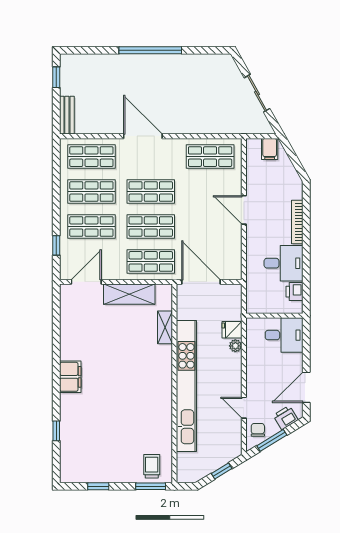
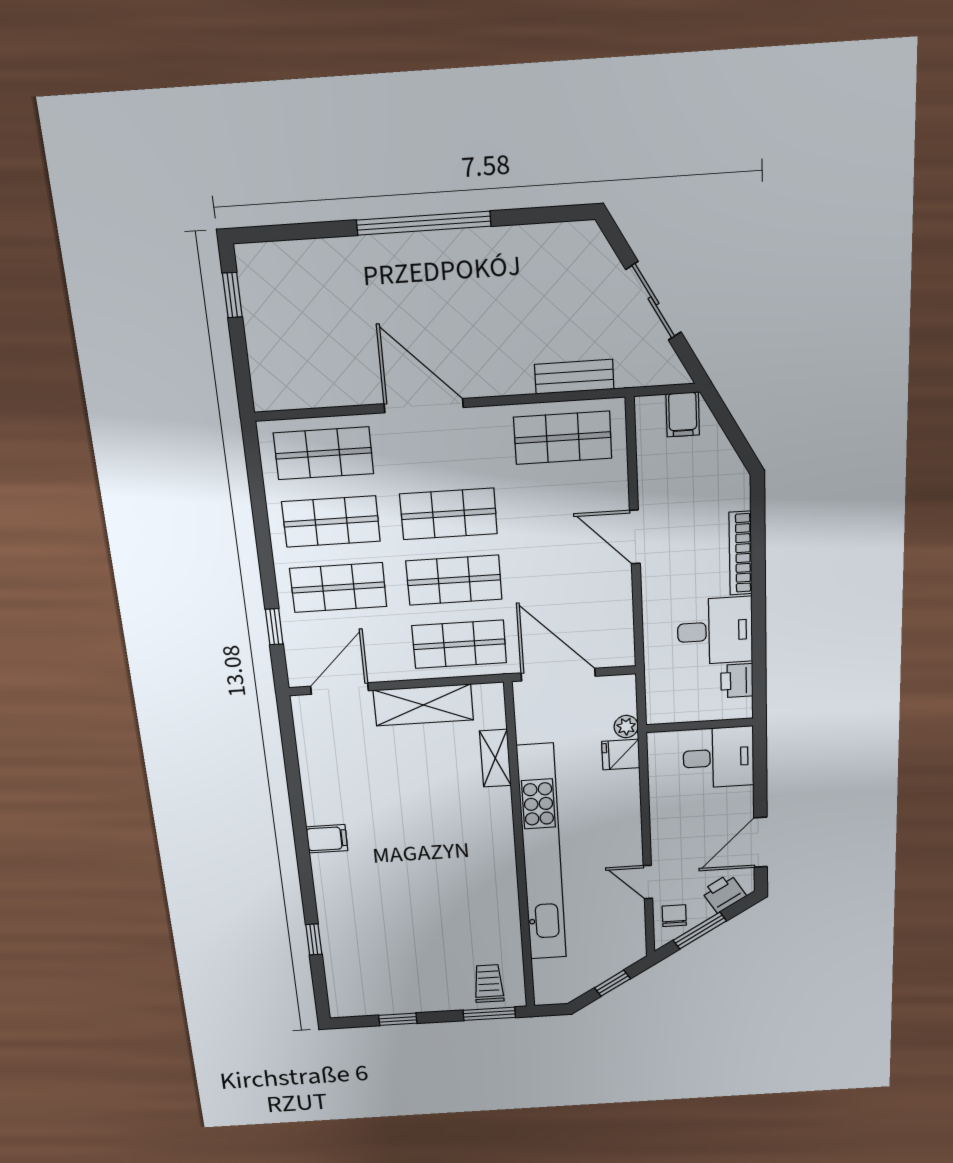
bench: (67, 115) -> (574, 377), moved, turned 90
plant: (235, 346) -> (626, 727), moved
filing cabinet: (70, 377) -> (327, 839), width x0.50

